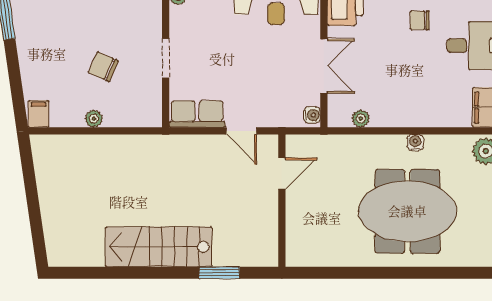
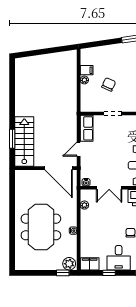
filing cabinet: (38, 114) -> (87, 70), moved
door: (282, 173) -> (59, 168), width x1.88
stairs: (159, 247) -> (24, 142), moved

